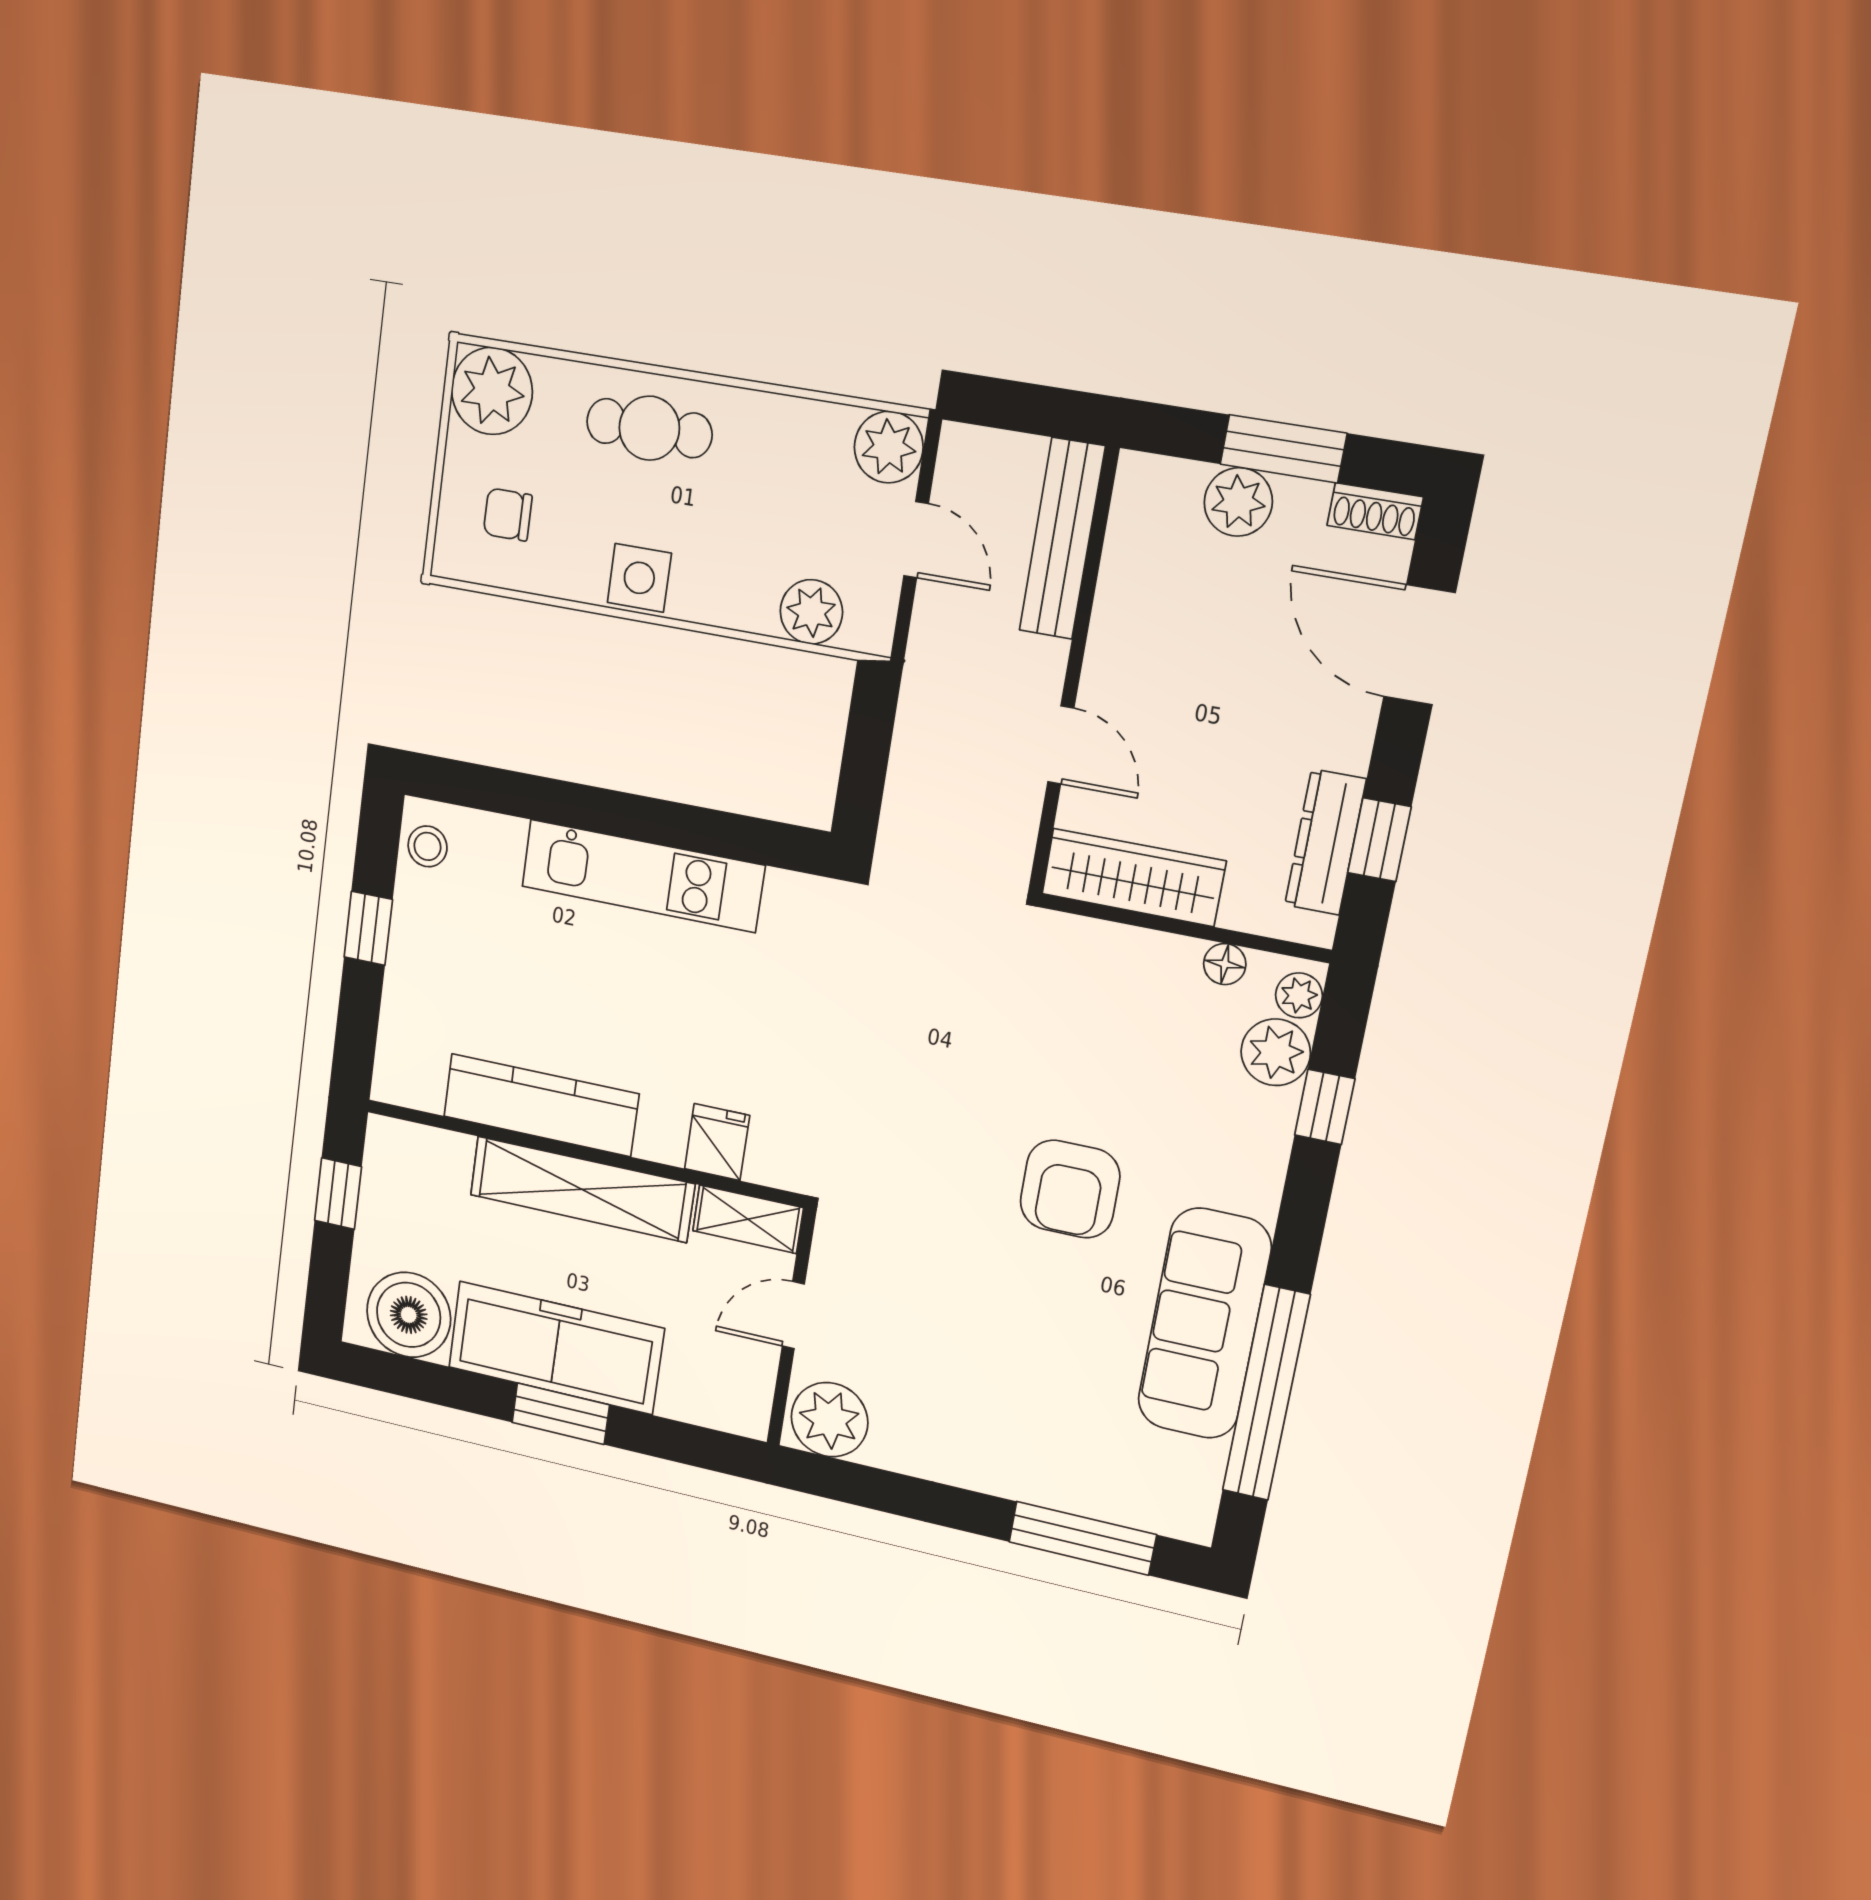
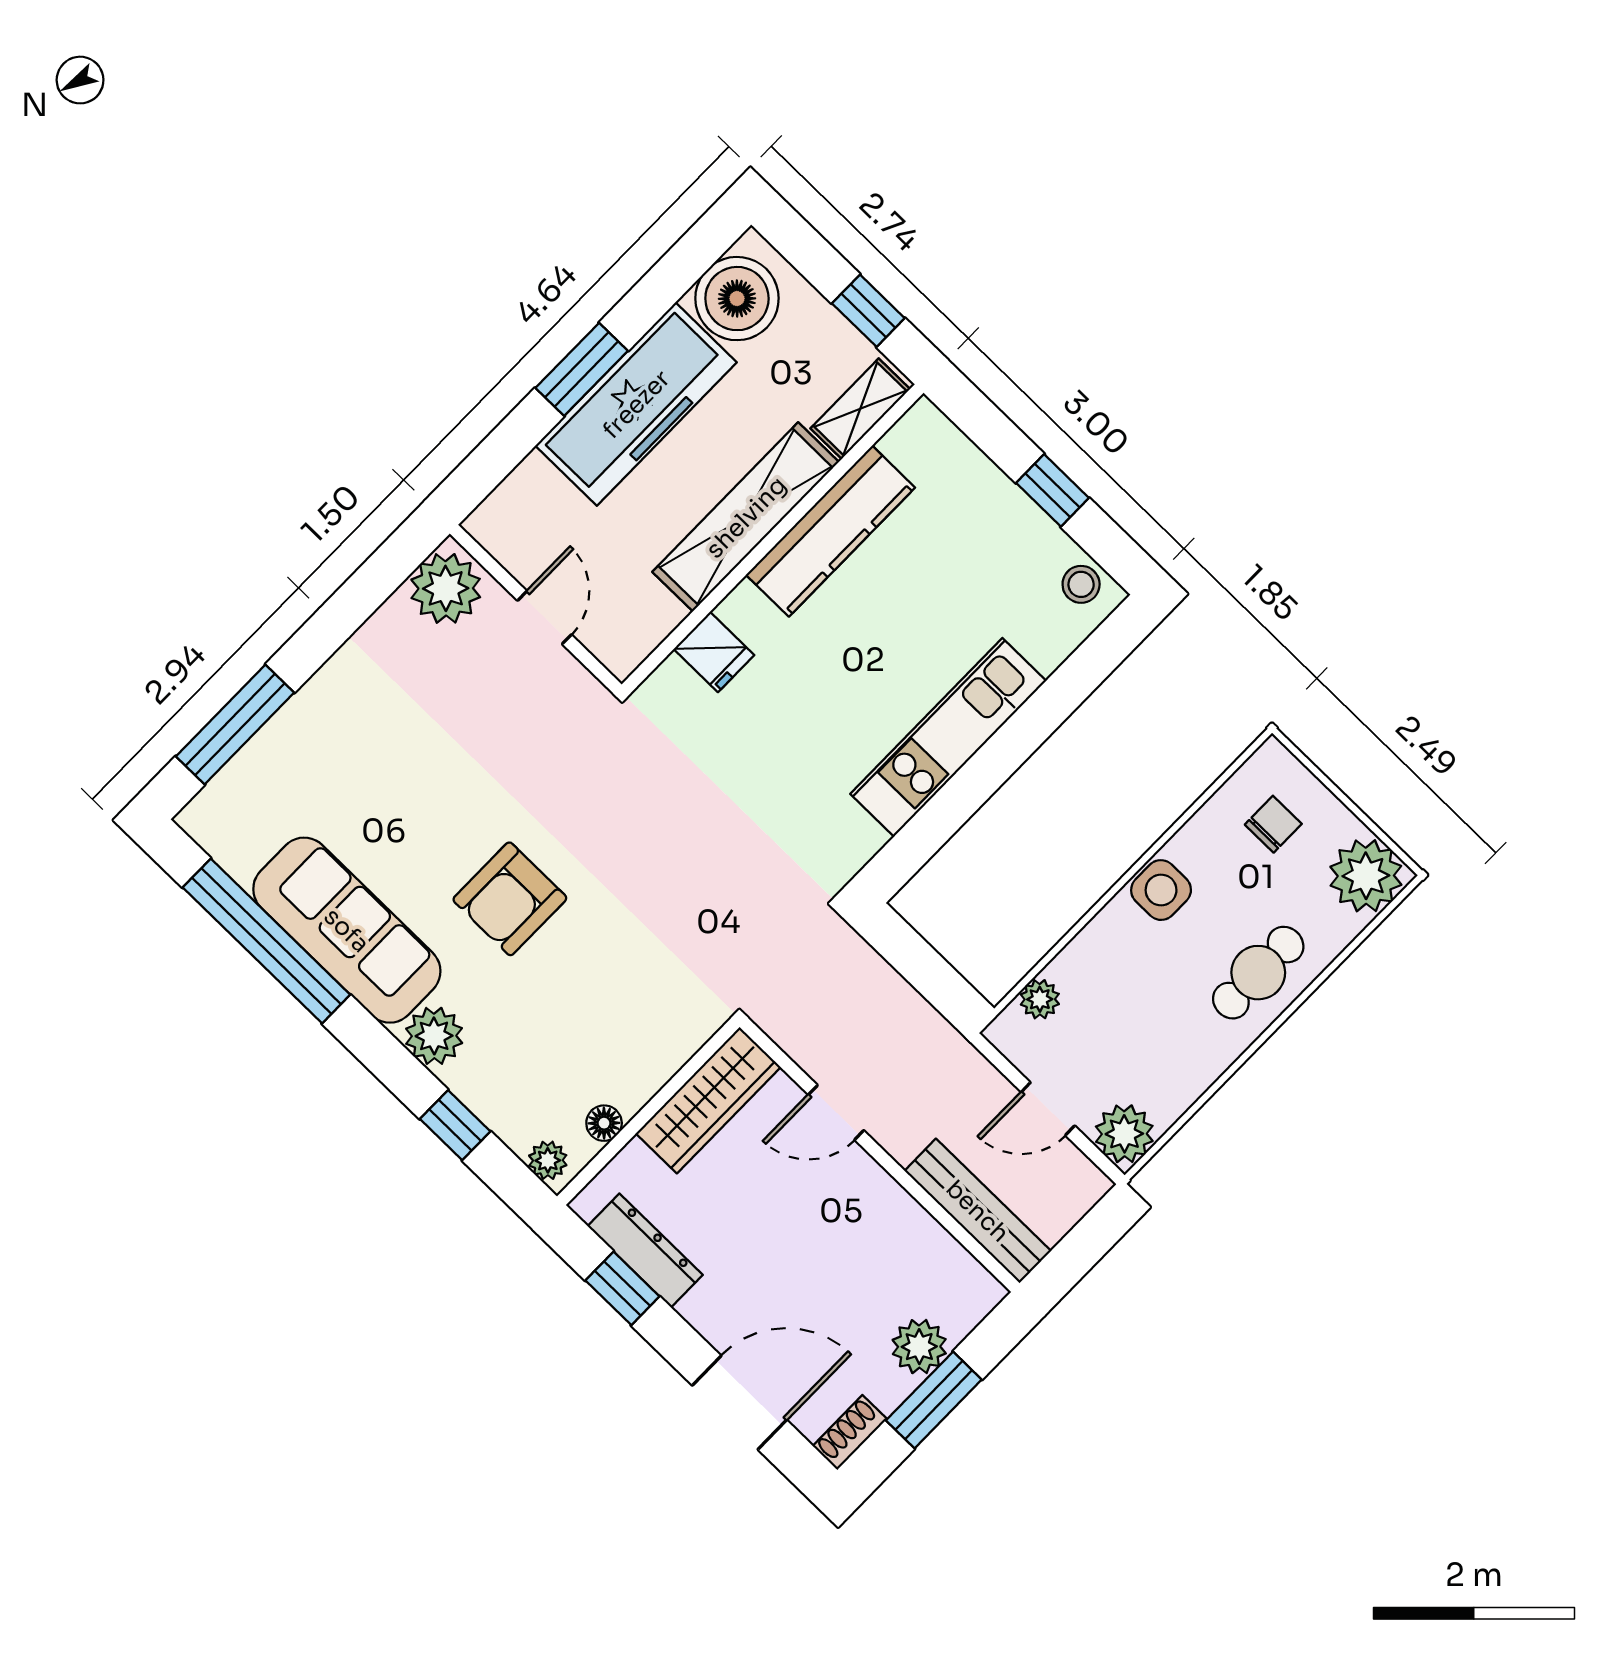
plant: (811, 612) -> (1040, 999), width x0.73, depth x0.73
plant: (1276, 1052) -> (434, 1036), moved
armchair: (1070, 1189) -> (510, 899), turned -90
shelving: (748, 1219) -> (860, 409), moved

